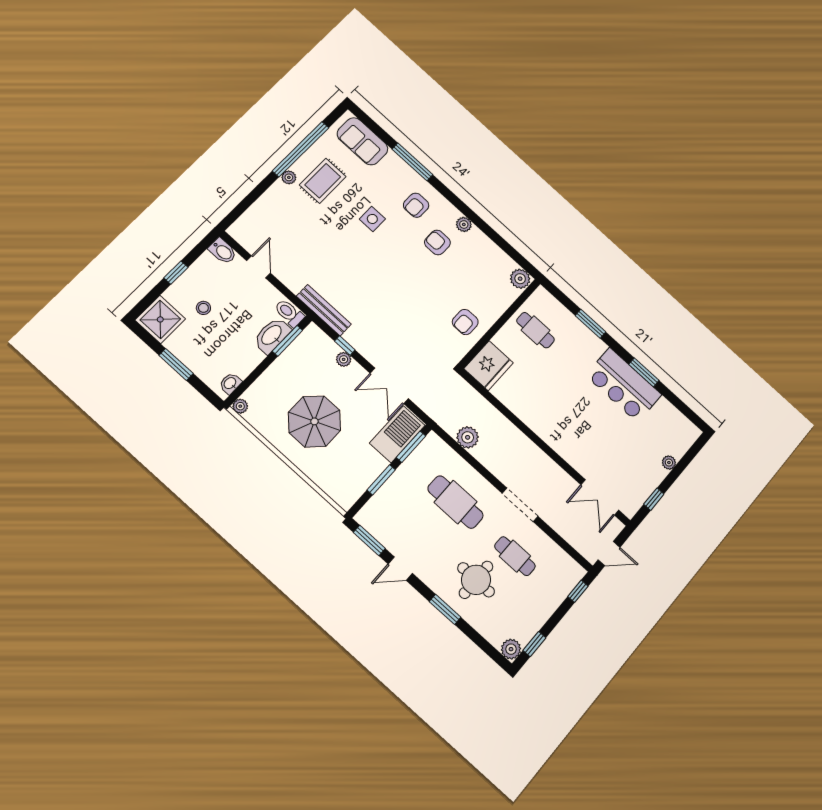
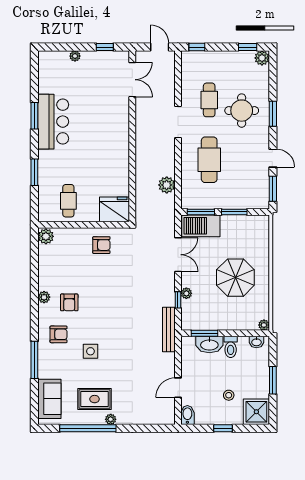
toilet: (289, 313) -> (231, 347), moved

